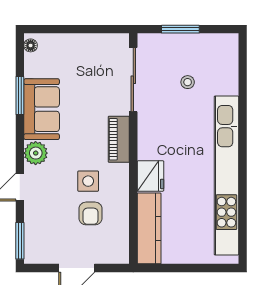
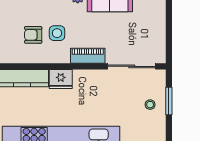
stool: (188, 82) -> (150, 105), moved

